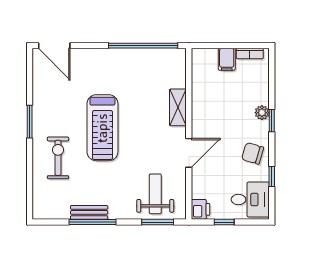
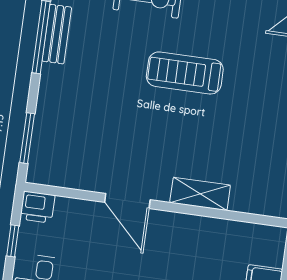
treadmill: (102, 128) -> (185, 73), width x0.73, depth x0.73
weight bench: (155, 194) -> (71, 140), removed

